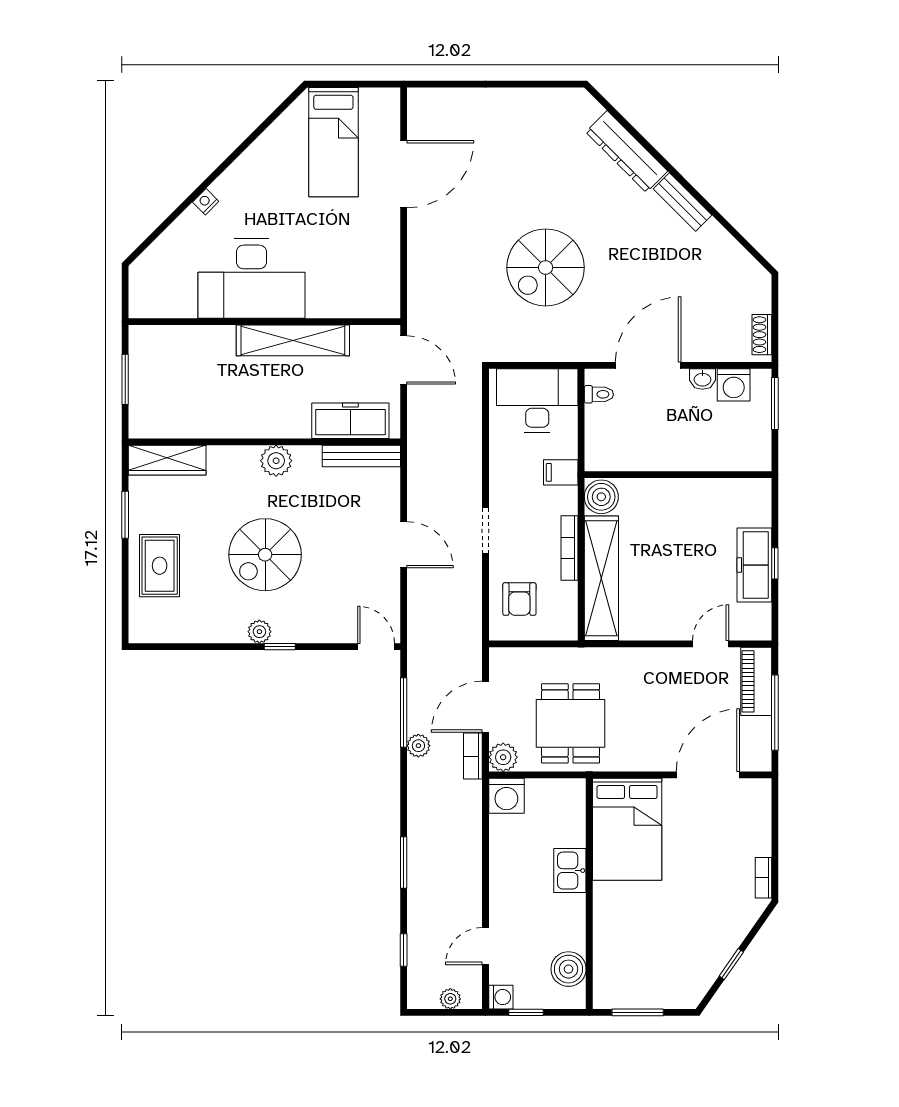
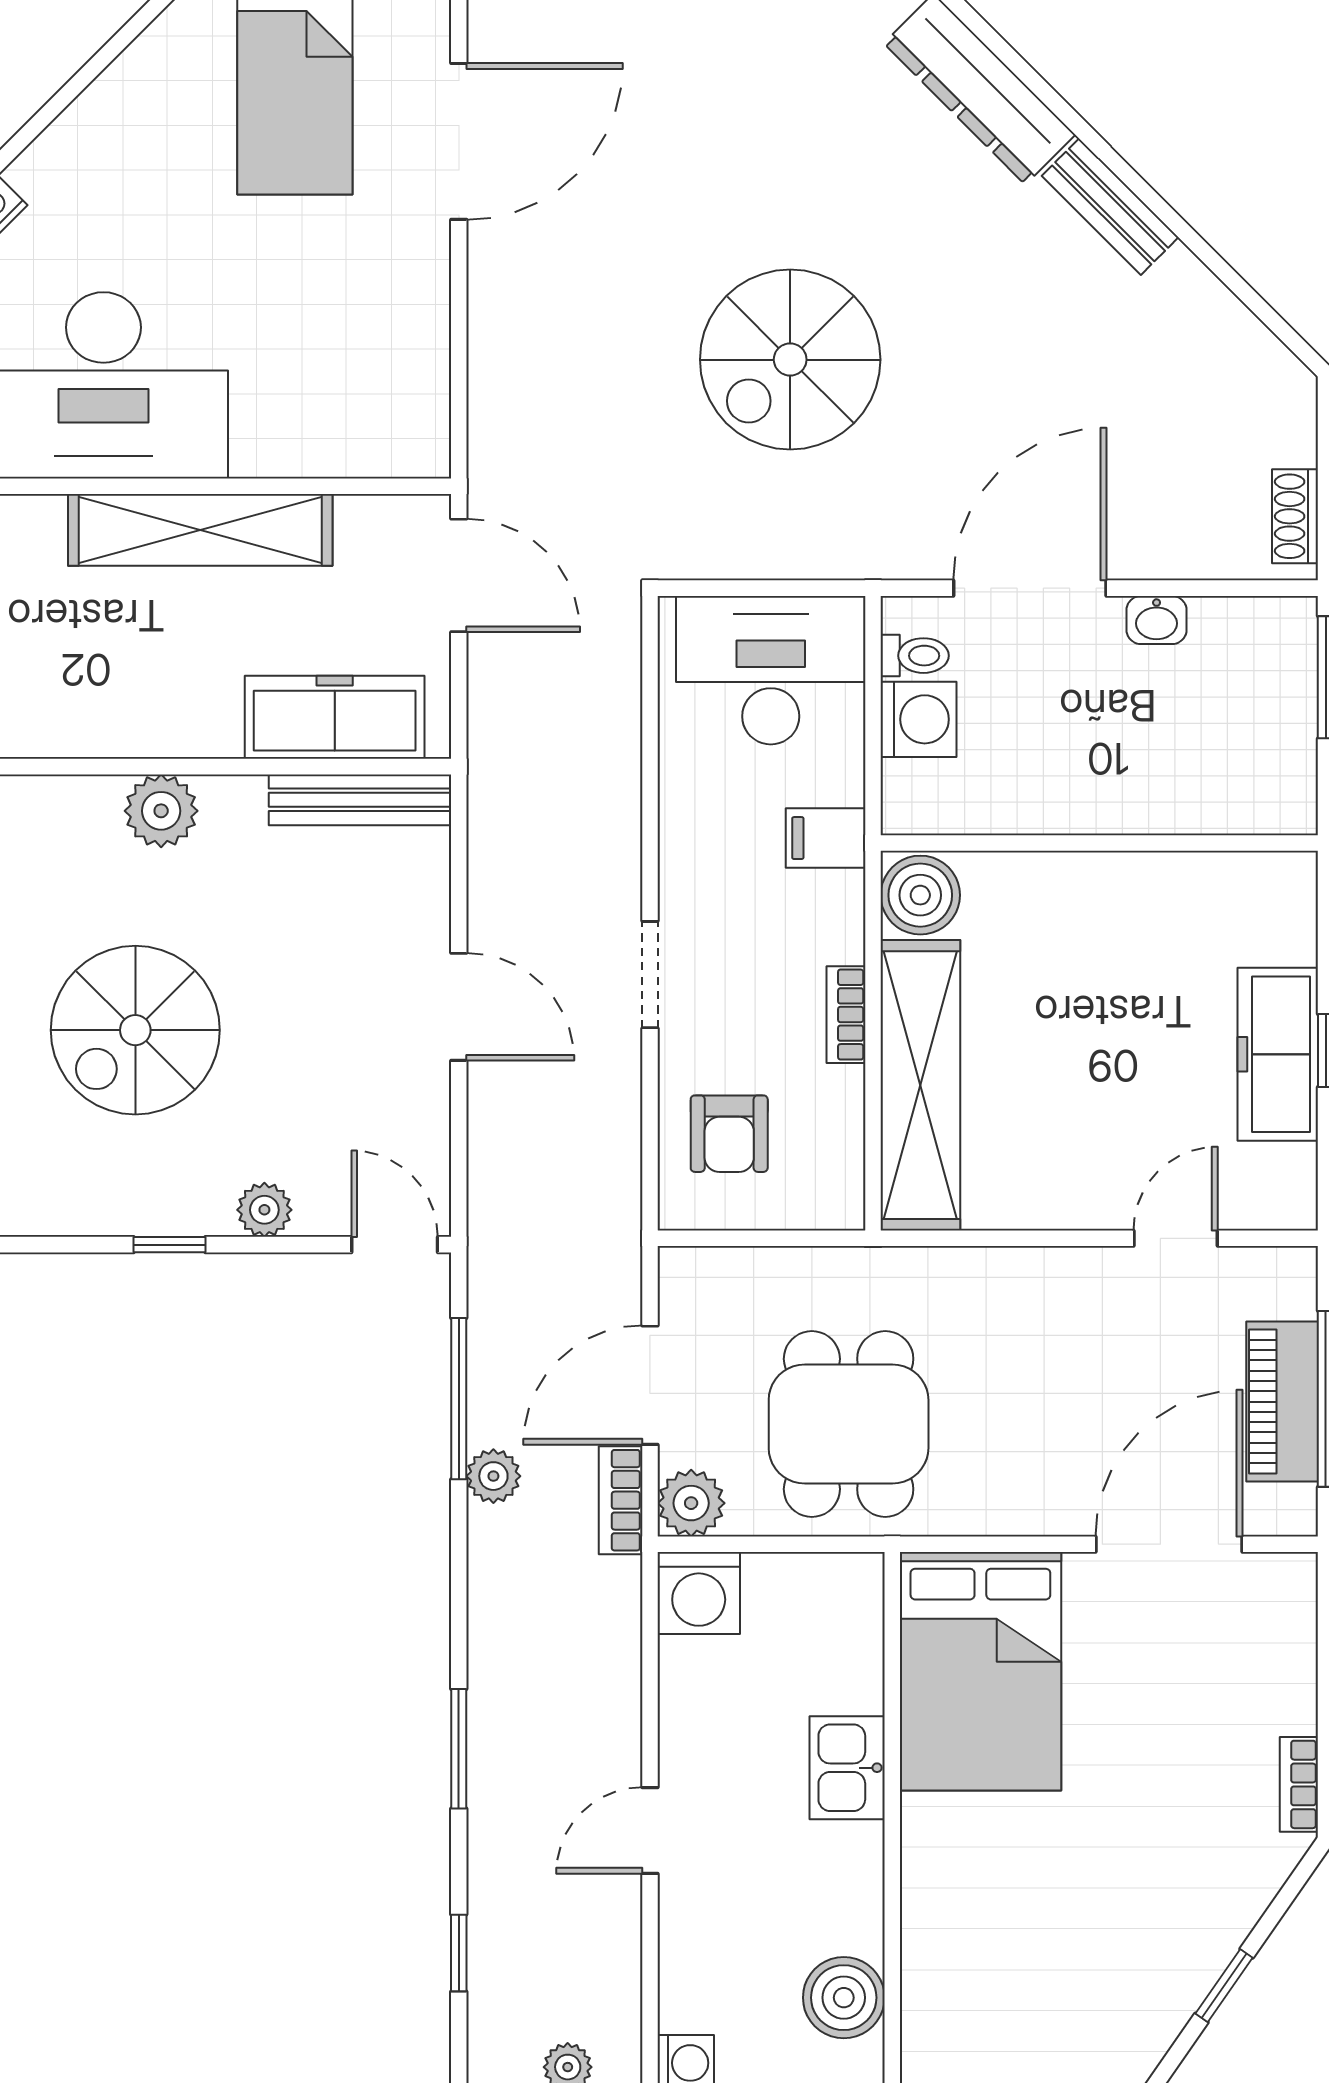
washing machine: (734, 385) -> (918, 719), moved, turned -90
bookcase: (569, 548) -> (846, 1015), width x0.64
plant: (259, 632) -> (264, 1210), moved
piano: (756, 681) -> (1282, 1402), moved
door: (486, 946) -> (650, 1830), moved

